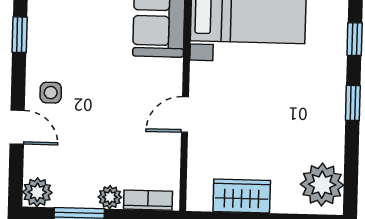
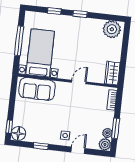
door: (185, 115) -> (79, 82), swing flipped
wardrobe: (242, 196) -> (112, 73), moved
plant: (110, 197) -> (107, 133), moved

